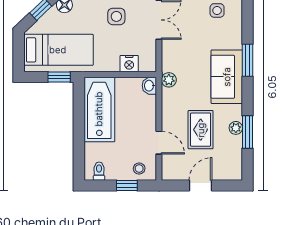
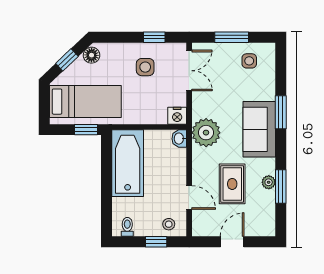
nightstand: (129, 64) -> (177, 116), moved
plant: (169, 80) -> (206, 133), width x1.88, depth x1.88

